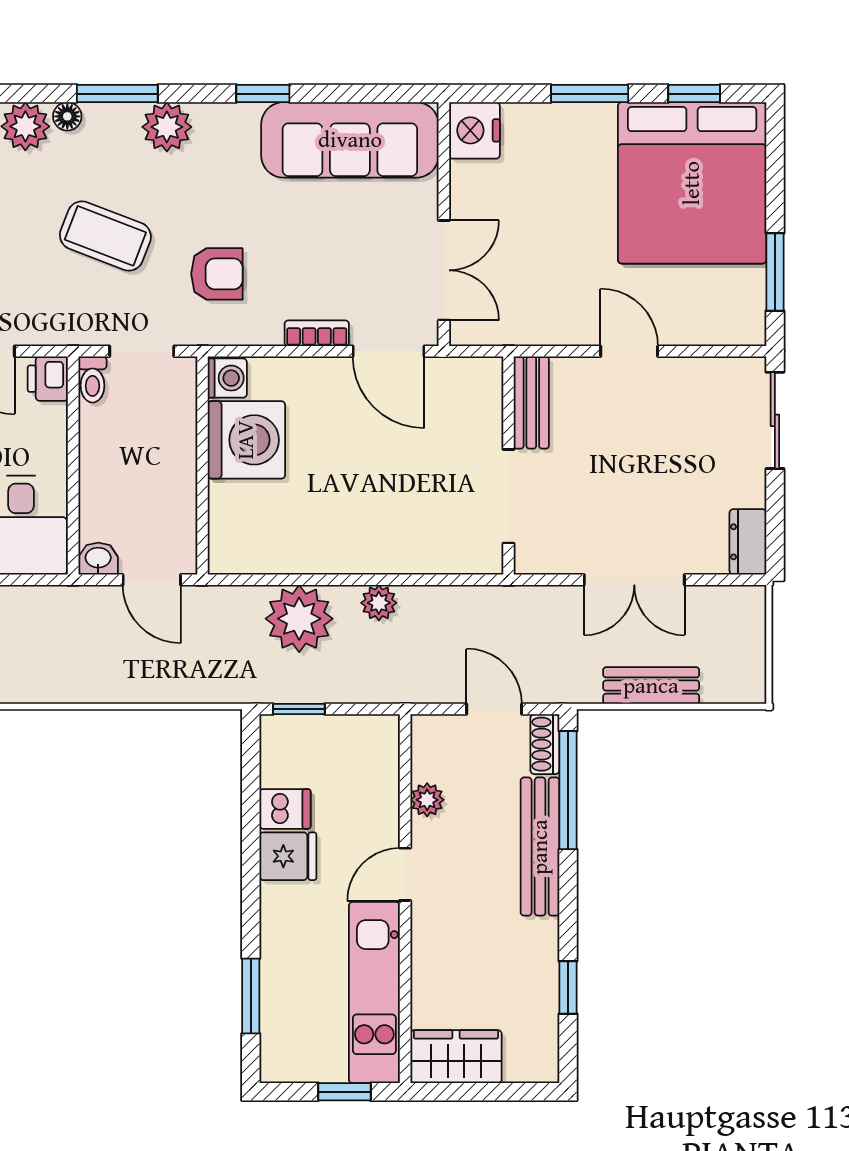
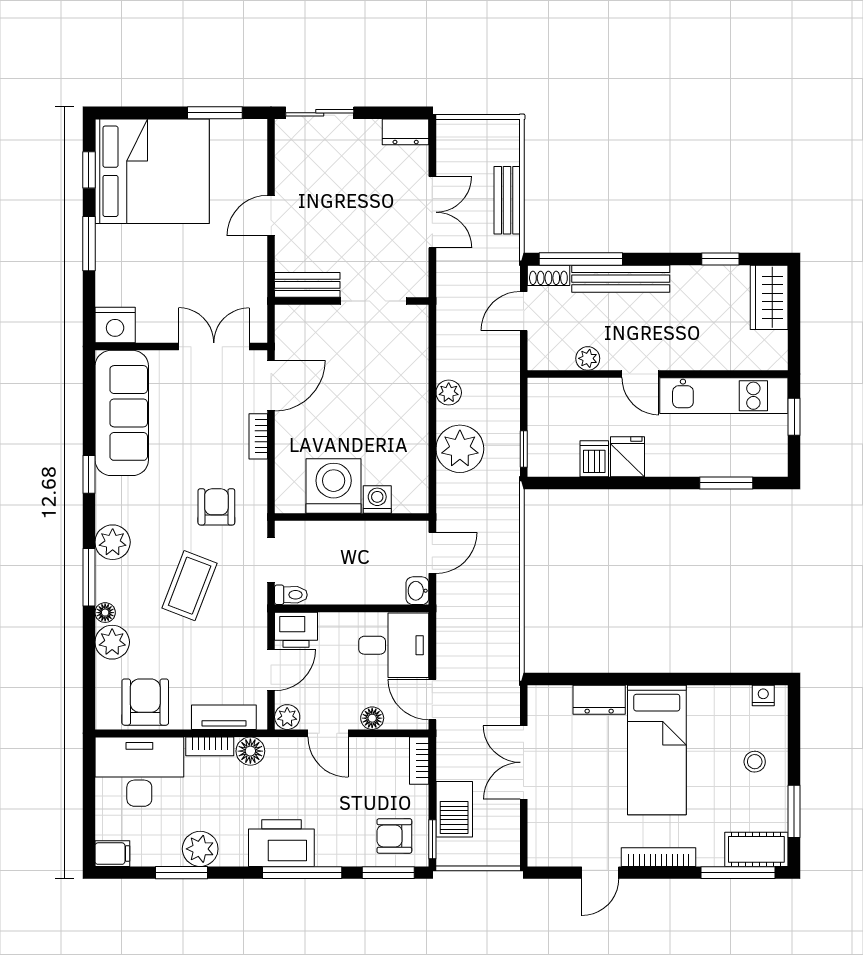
washing machine: (227, 378) -> (377, 500), moved
printer: (48, 379) -> (296, 630), width x1.36, depth x1.24
wardrobe: (456, 1057) -> (769, 297), moved

